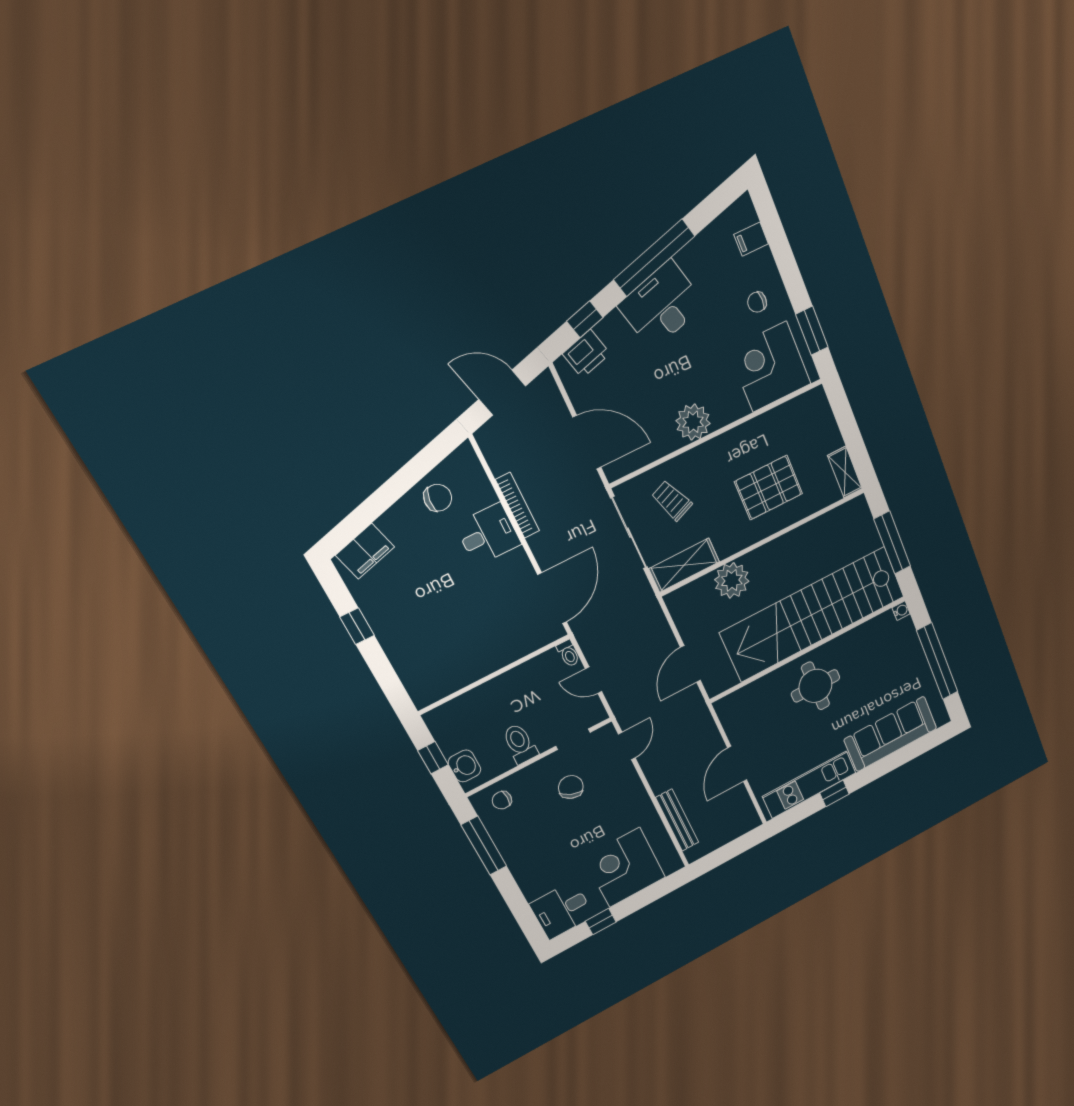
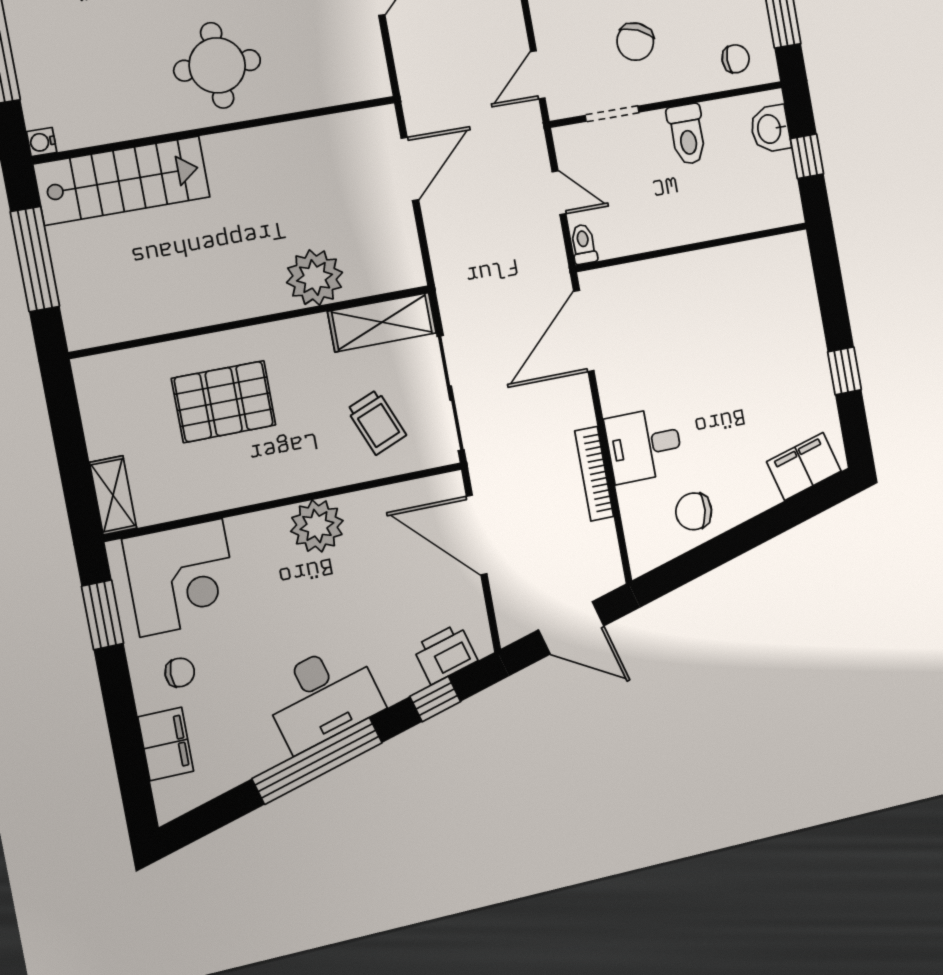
filing cabinet: (751, 239) -> (166, 744), width x2.00
shelving: (845, 472) -> (113, 495), moved
stairs: (813, 614) -> (122, 181), width x0.54, depth x0.66

